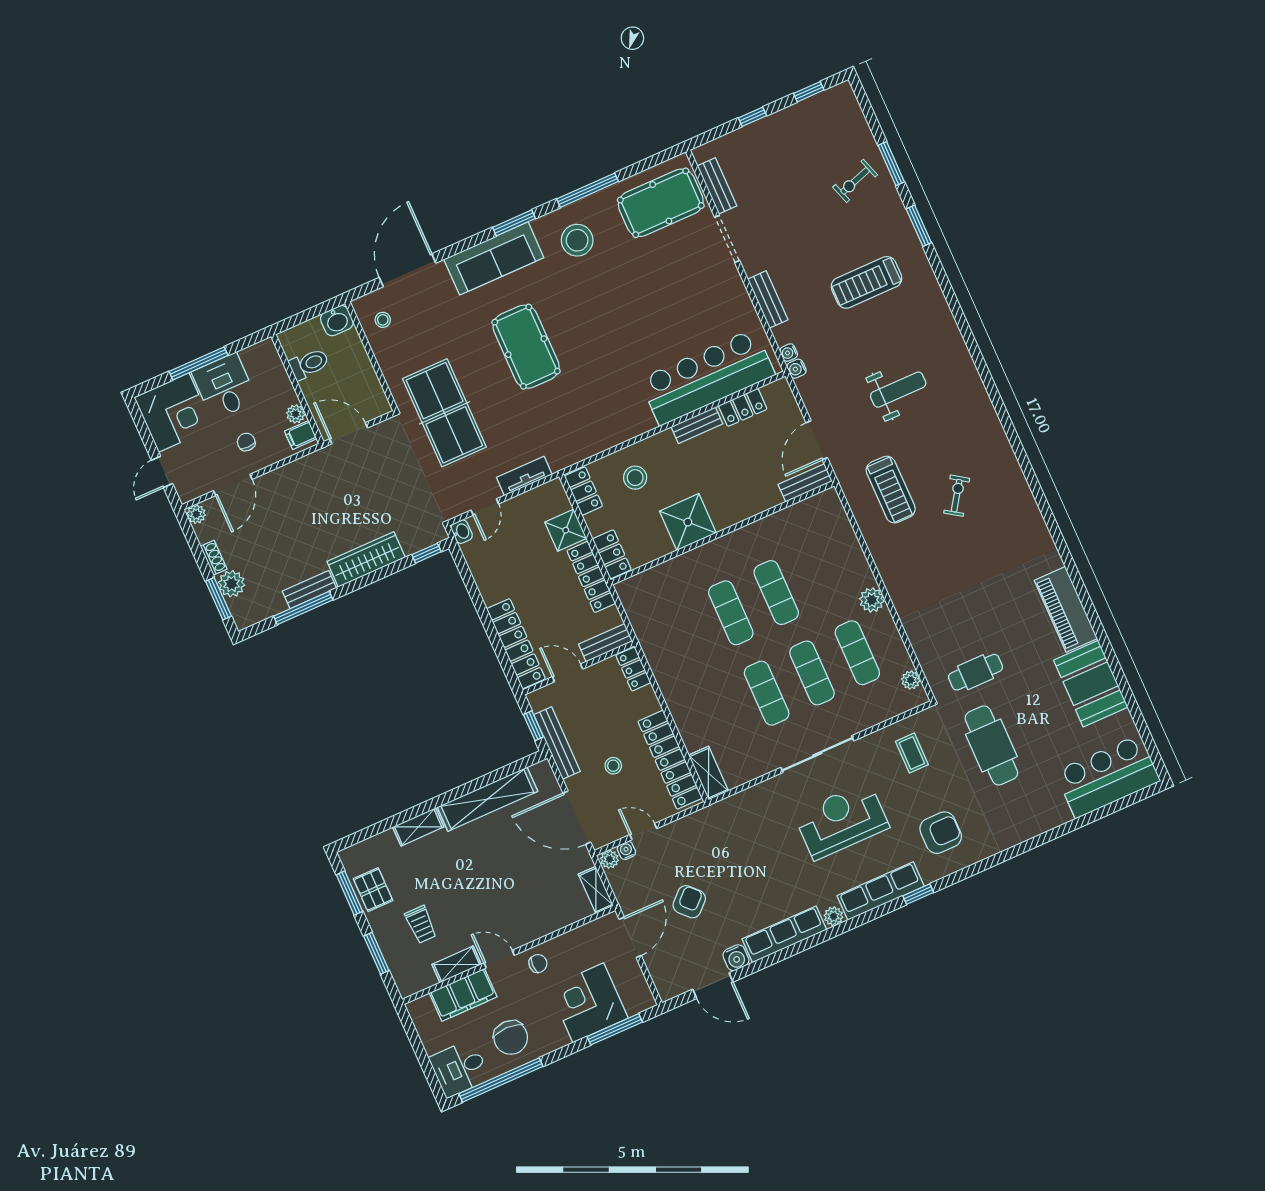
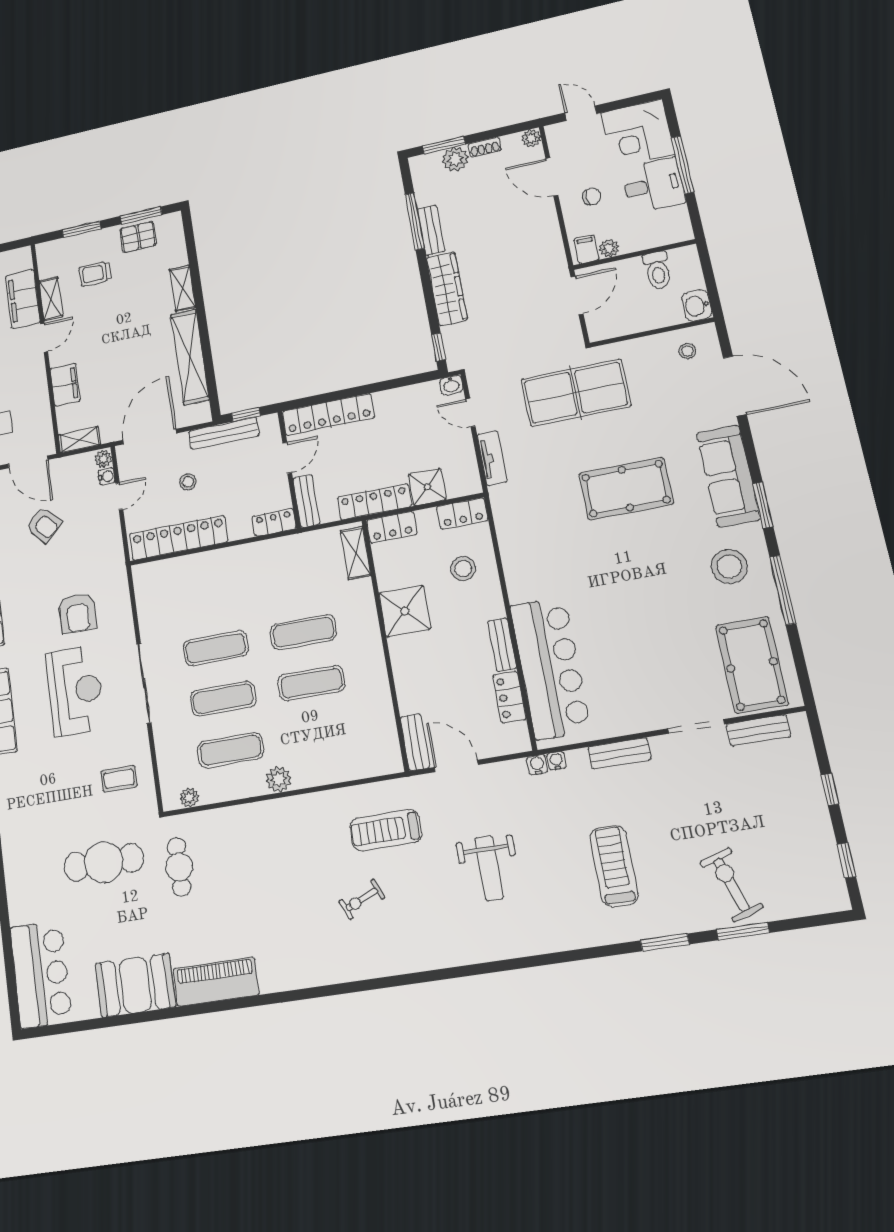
exercise bike: (855, 181) -> (731, 885), width x1.38, depth x1.39
exercise bike: (957, 496) -> (362, 899), turned 123
shelving: (709, 773) -> (356, 553), moved, turned 90
armchair: (941, 833) -> (78, 613), moved
filing cabinet: (543, 922) -> (65, 385), added
chair: (538, 963) -> (30, 372), removed

